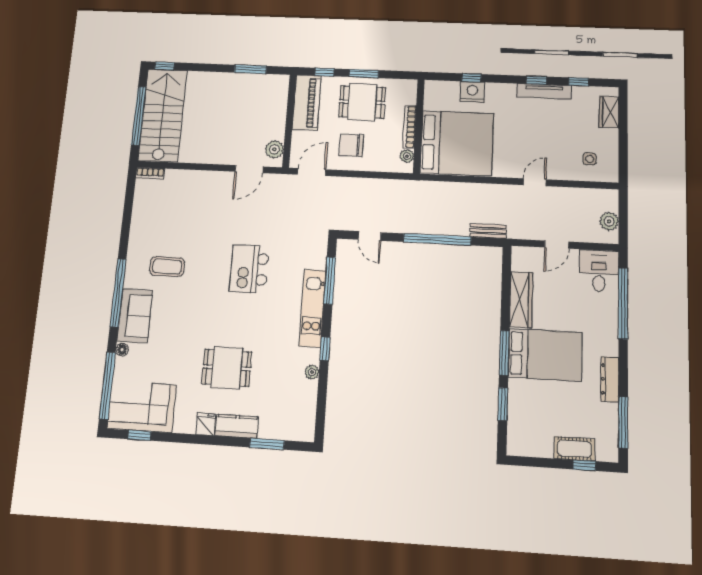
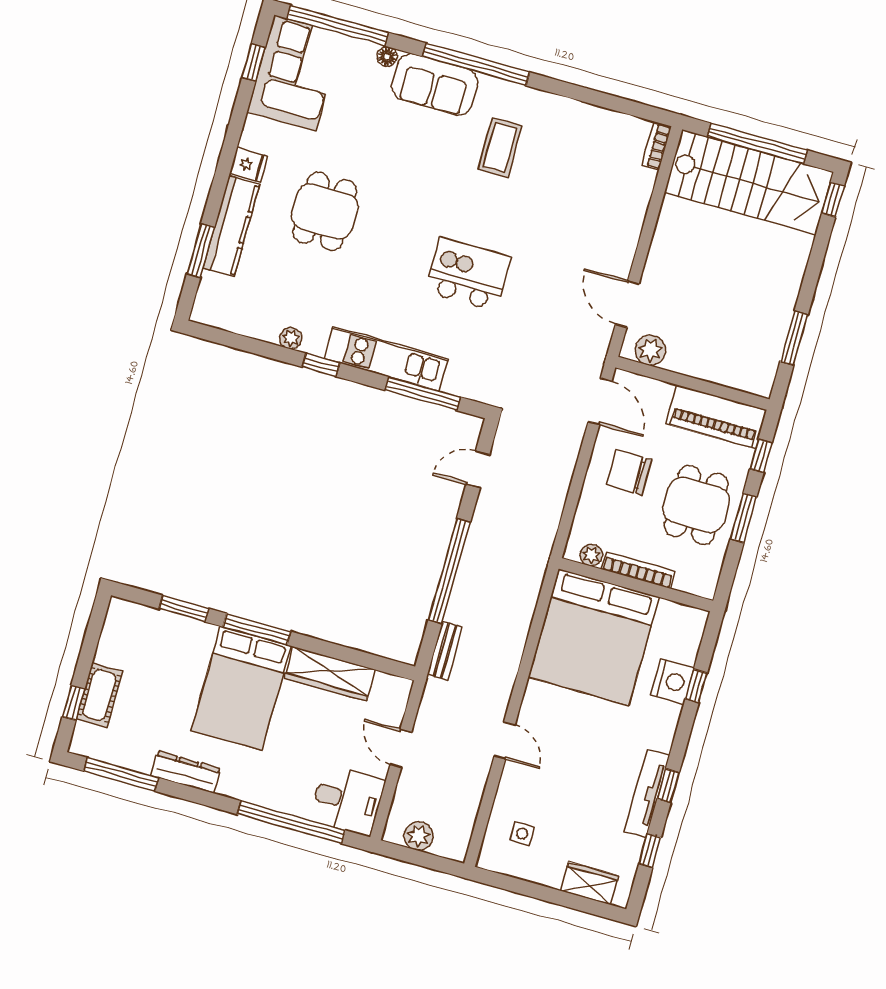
chair: (351, 145) -> (629, 472), turned -90
kitchen counter: (237, 426) -> (231, 226), width x1.50

